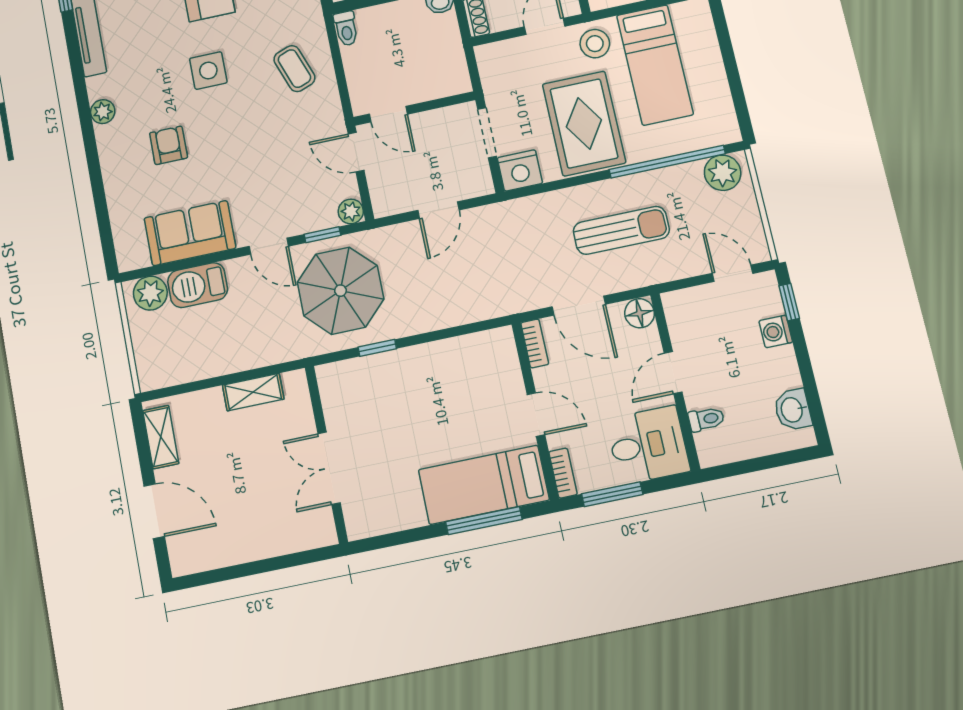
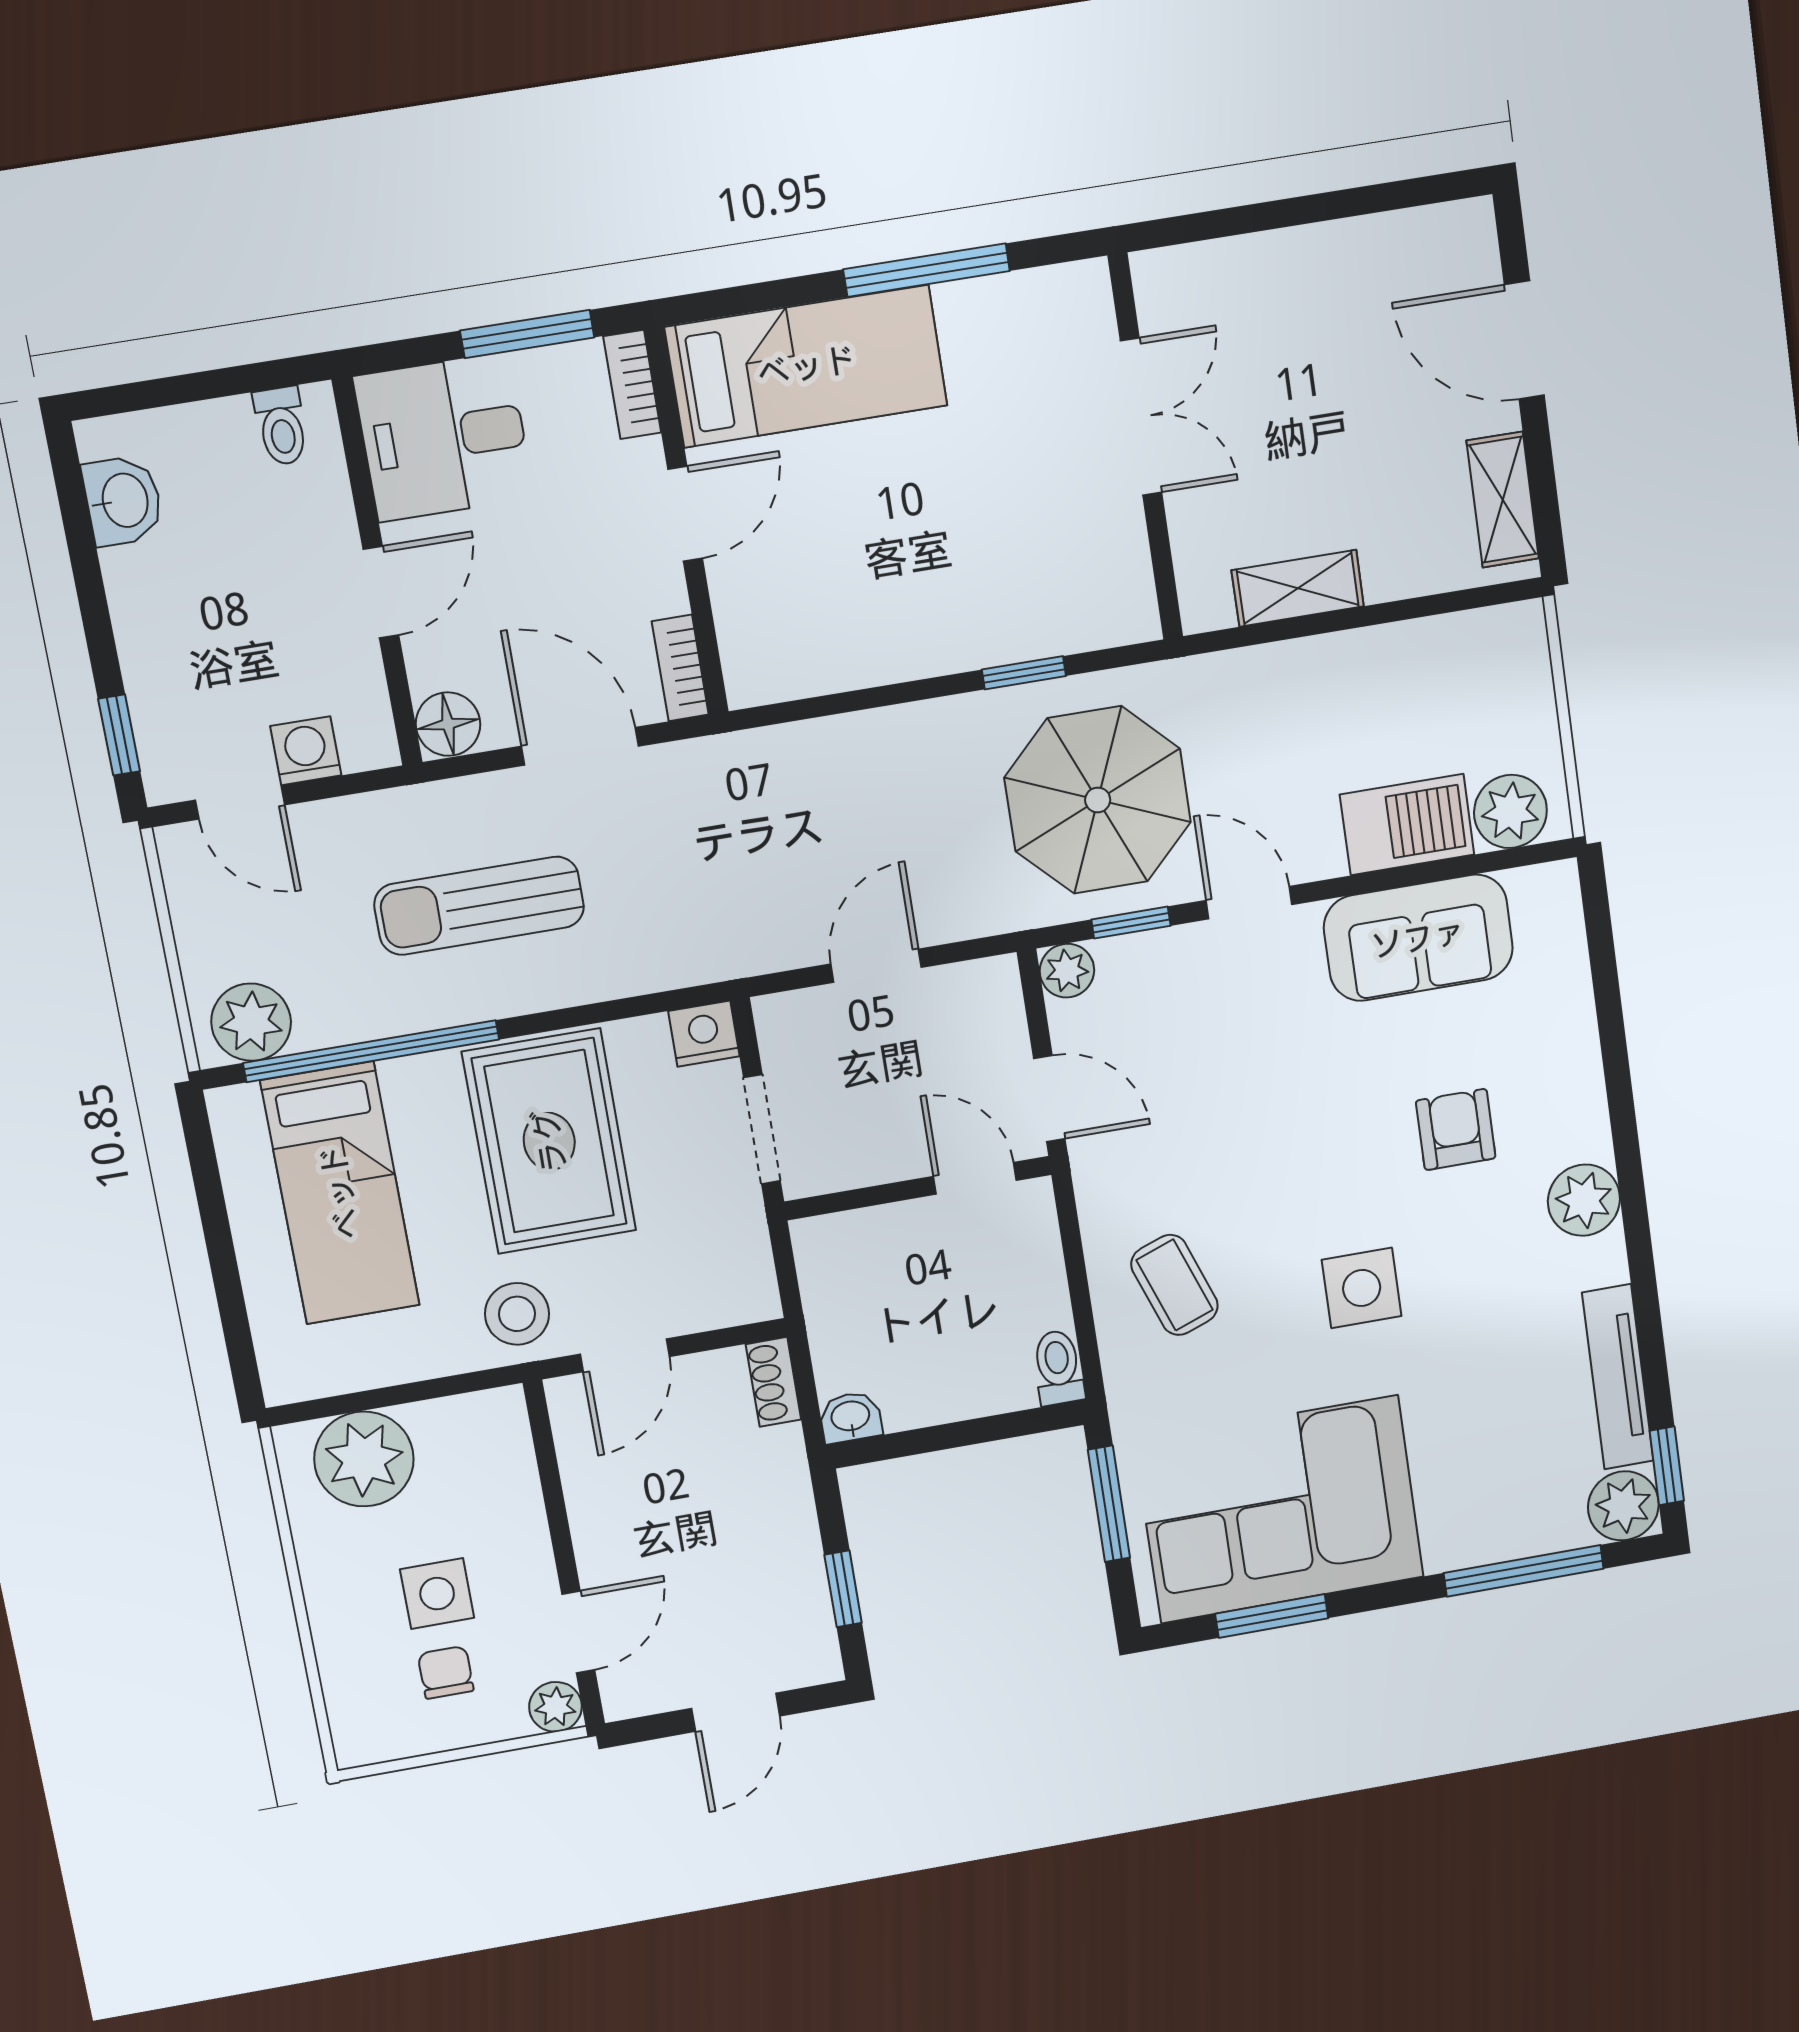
bed: (655, 65) -> (340, 1193), moved, turned 180
plant: (103, 112) -> (1584, 1200), width x1.38, depth x1.38
armchair: (169, 145) -> (1456, 1129), turned 180
nightstand: (520, 170) -> (704, 1034), width x0.74, depth x0.75
washing machine: (776, 331) -> (306, 751), moved, turned -90
door: (536, 415) -> (685, 514), swing flipped
toilet: (706, 419) -> (281, 426), moved, turned -90
window: (484, 521) -> (927, 270), moved

